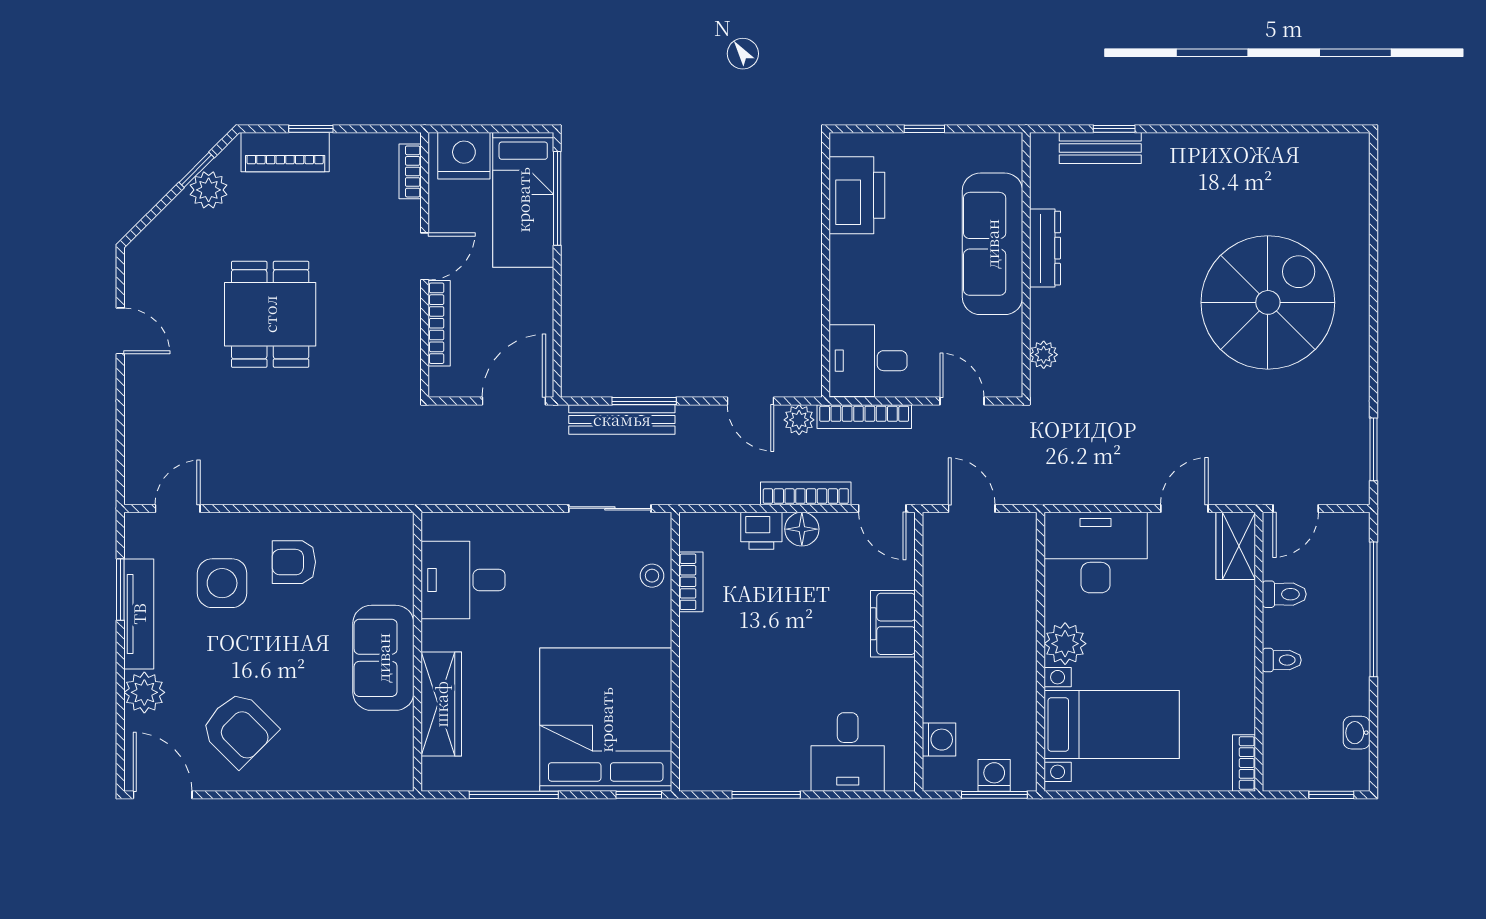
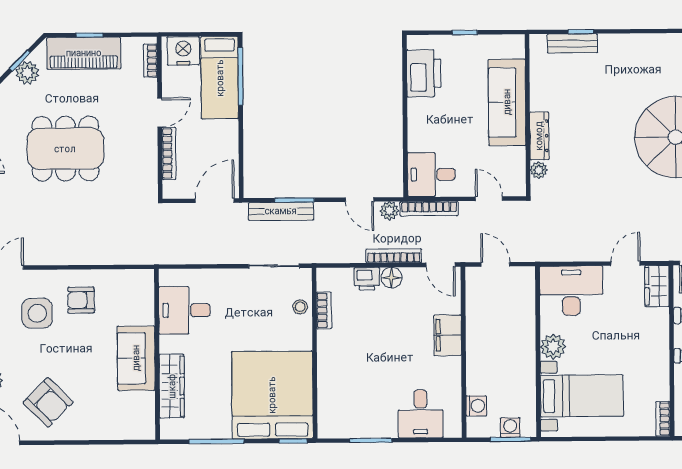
piano: (285, 152) -> (84, 53), width x1.37, depth x1.33
dresser: (1045, 248) -> (539, 136), moved
dining table: (270, 314) -> (65, 149), width x1.38

